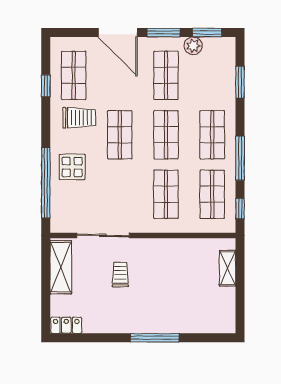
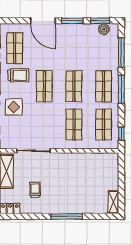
plant: (193, 46) -> (104, 29), moved
shop shelf: (166, 75) -> (74, 48), removed
window: (240, 82) -> (121, 53), width x1.44
window: (240, 158) -> (121, 89), moved
shelving: (228, 268) -> (113, 202), moved
trolley: (120, 275) -> (35, 190), moved

